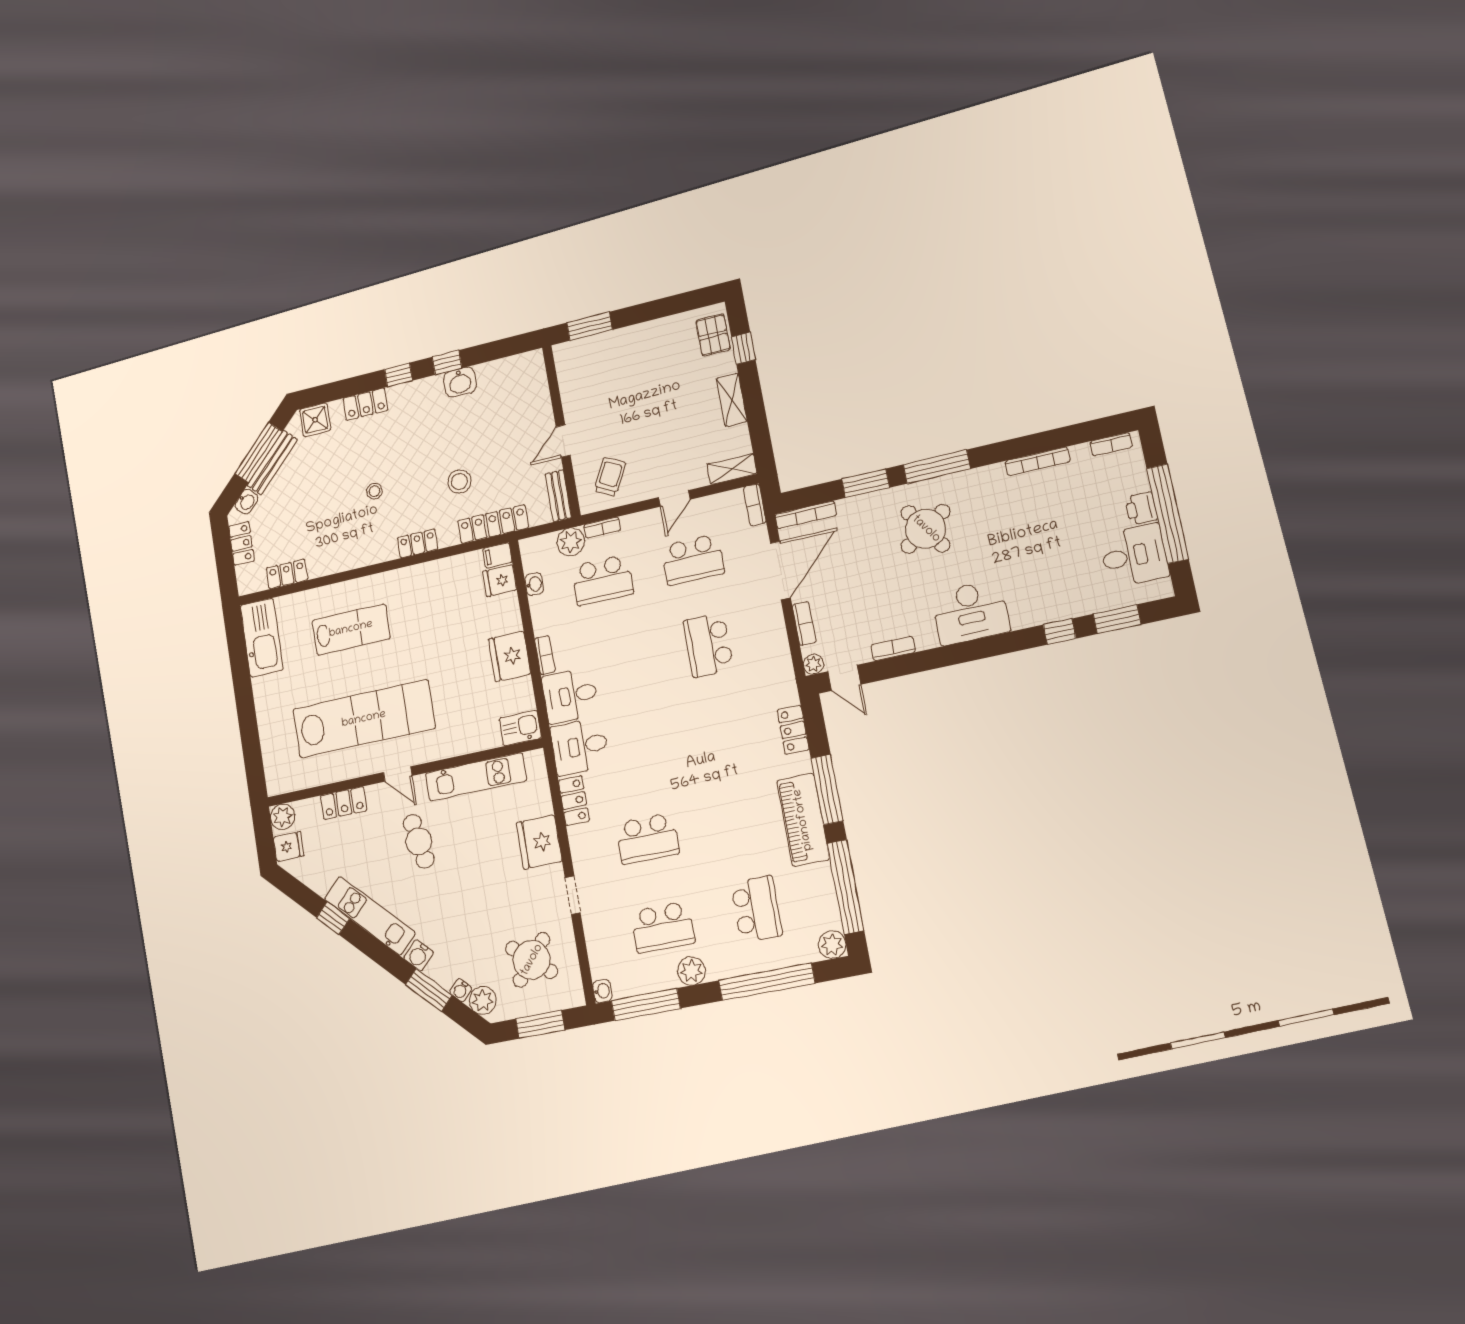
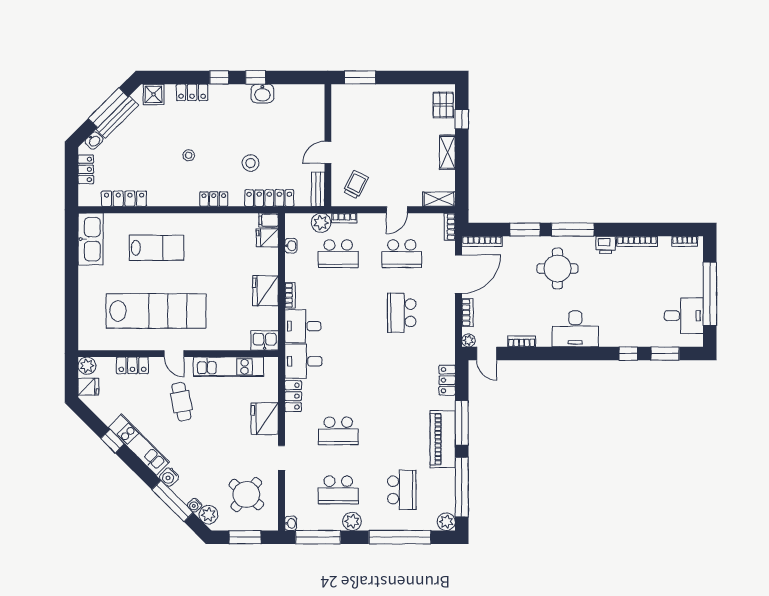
printer: (1141, 508) -> (606, 245), moved, turned -90
round table: (926, 529) -> (558, 269), turned 34
locker: (287, 574) -> (124, 199), width x1.53
window: (429, 990) -> (172, 501), width x1.44

